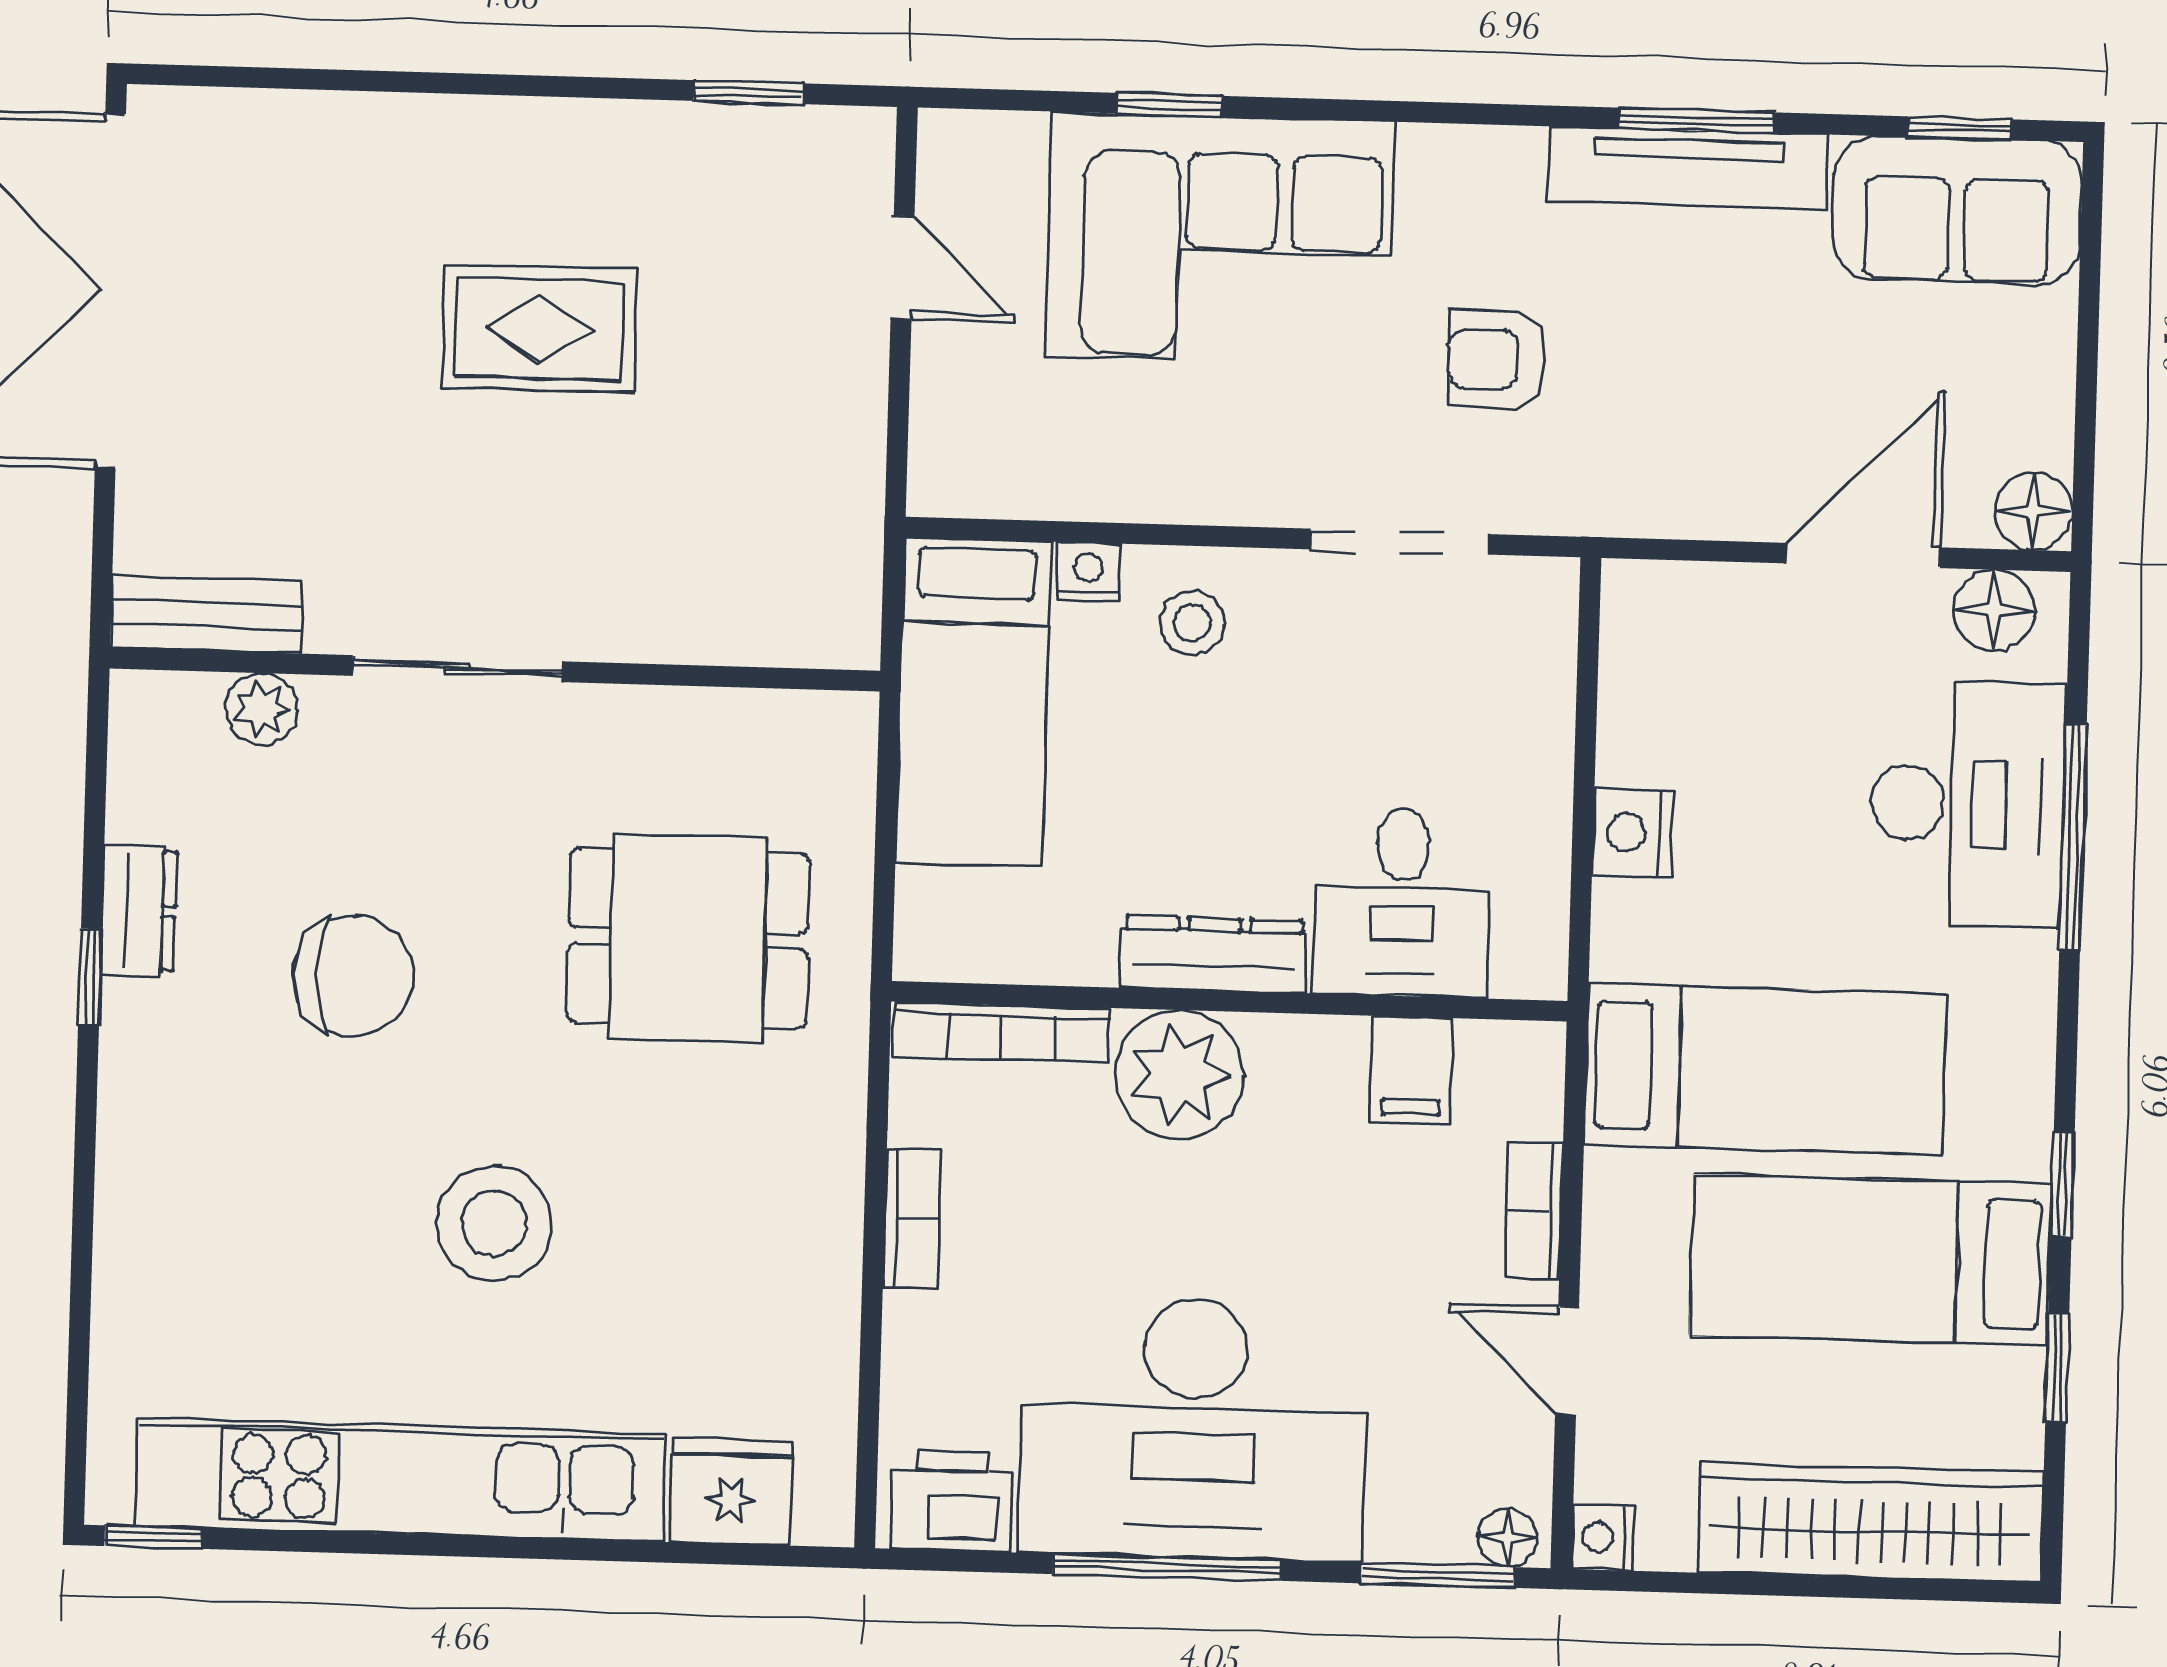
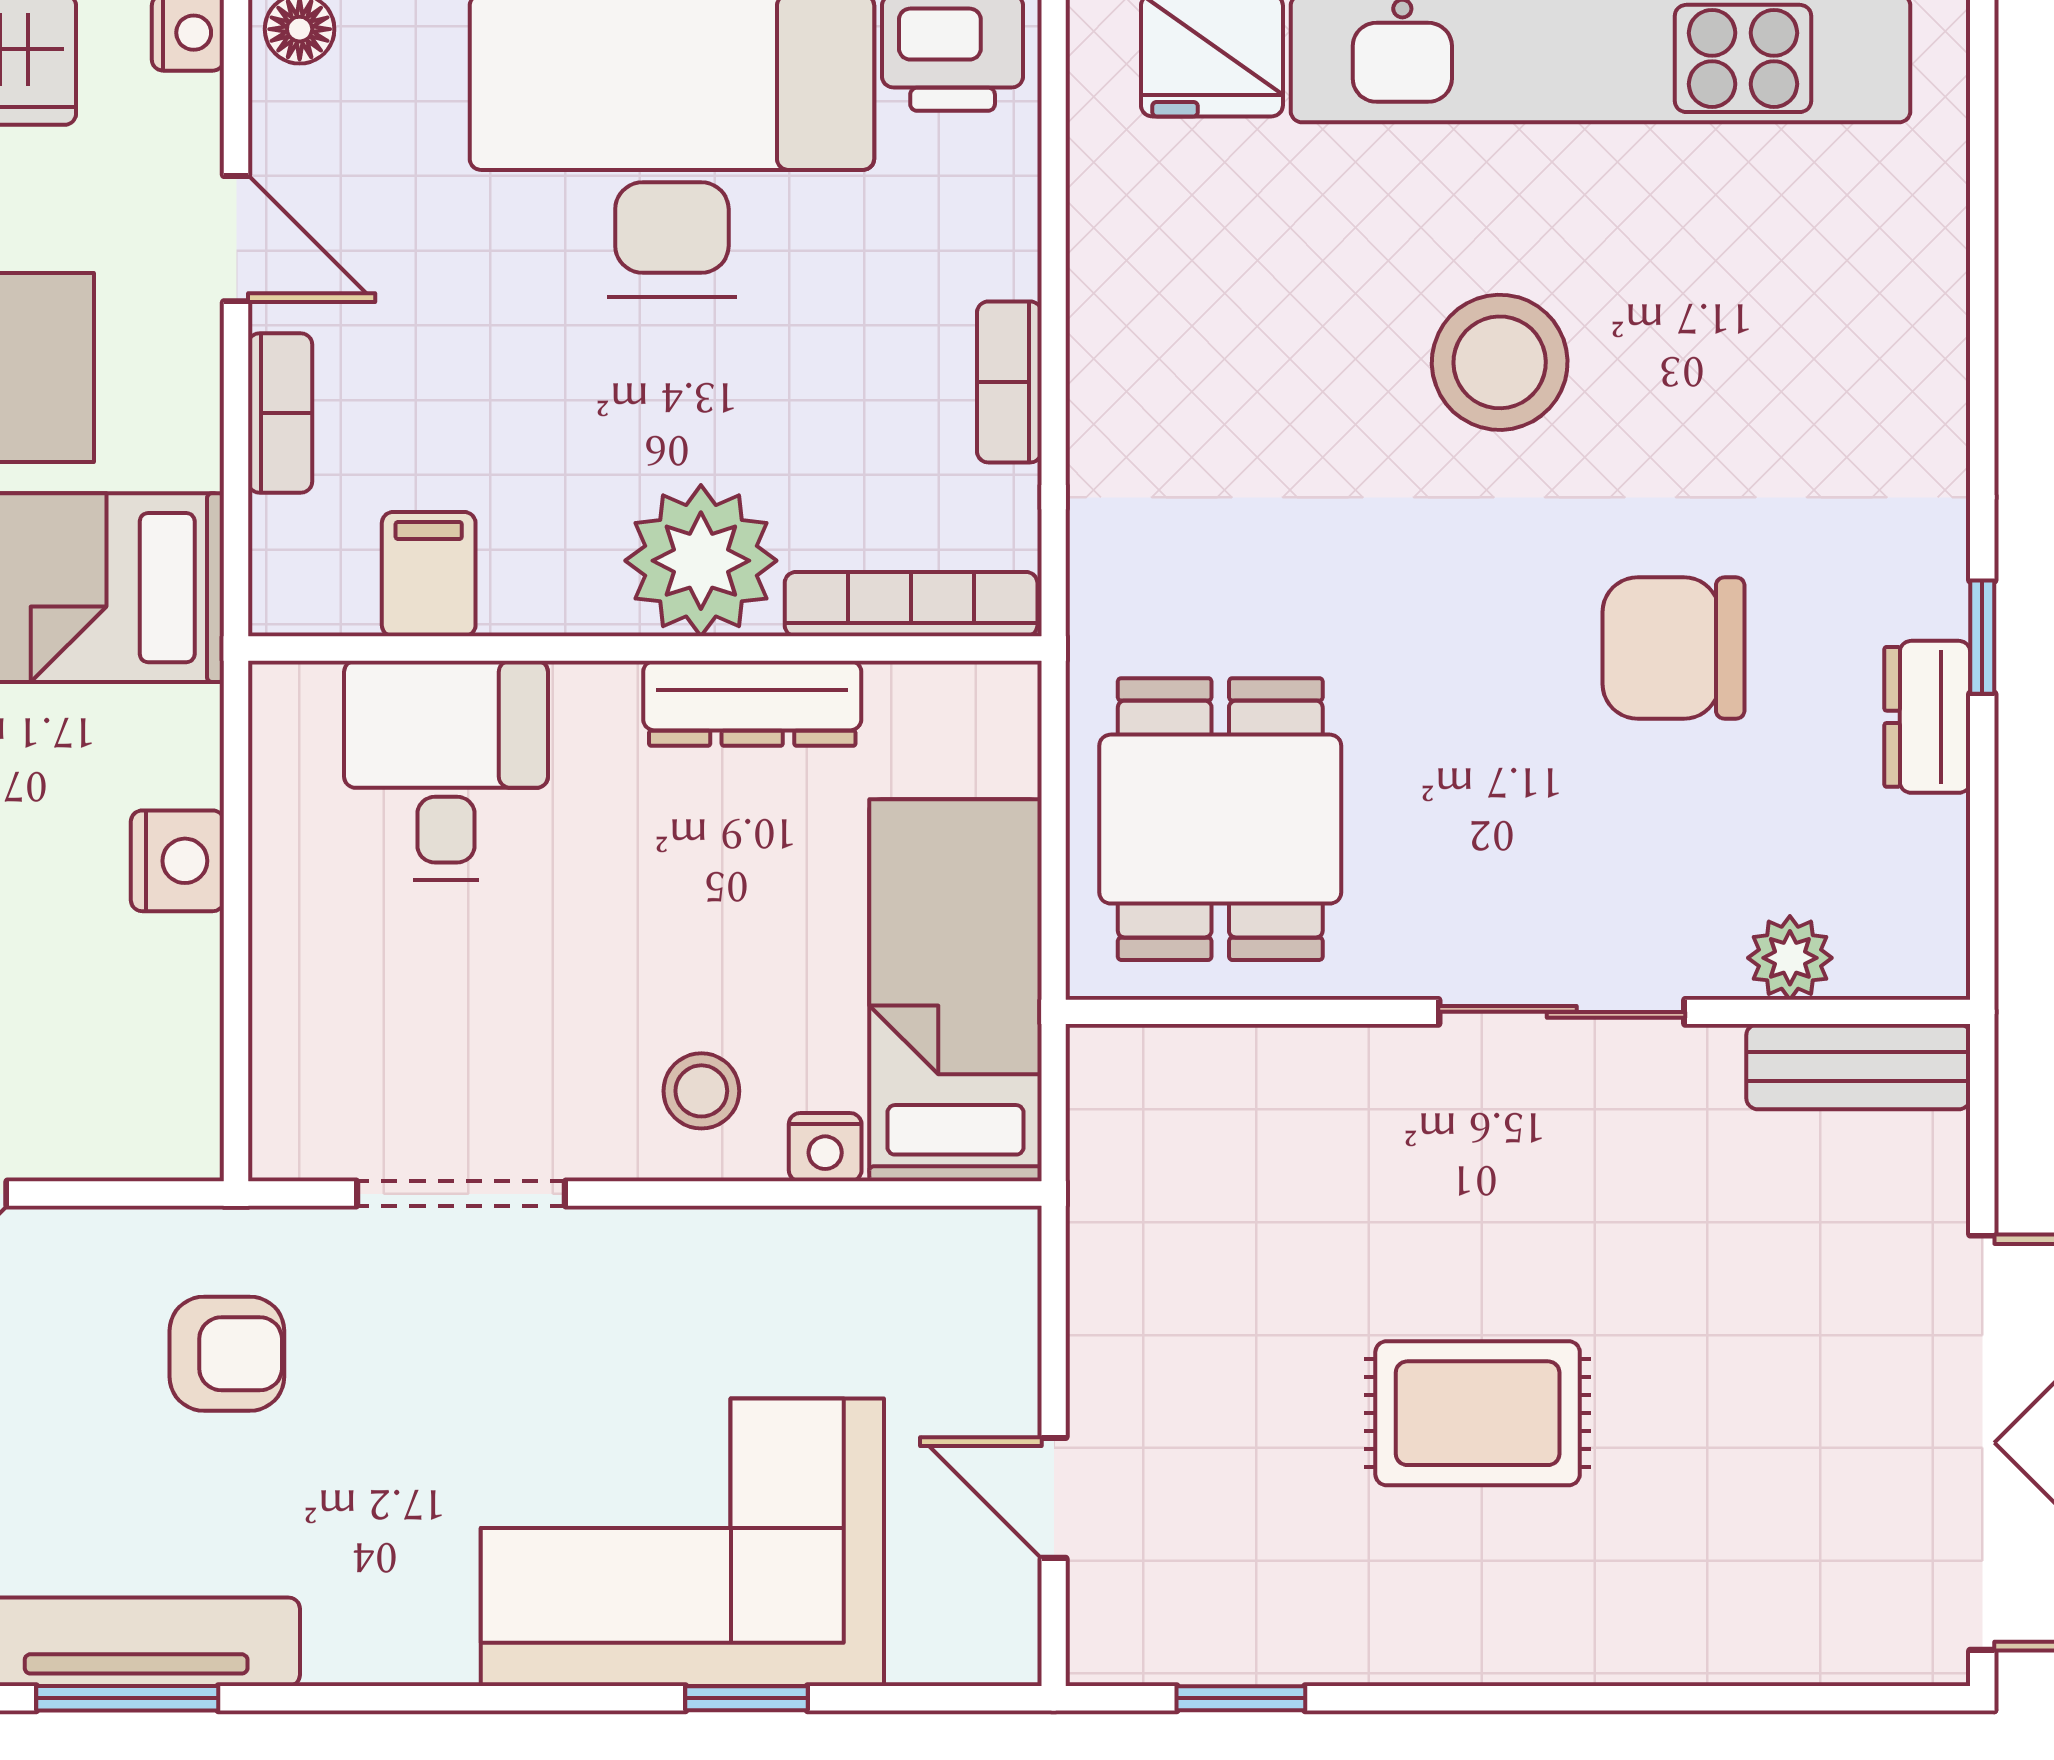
armchair: (1497, 359) -> (227, 1354), moved
dining table: (688, 938) -> (1220, 819), moved, turned 90
dresser: (1214, 954) -> (752, 703), moved

